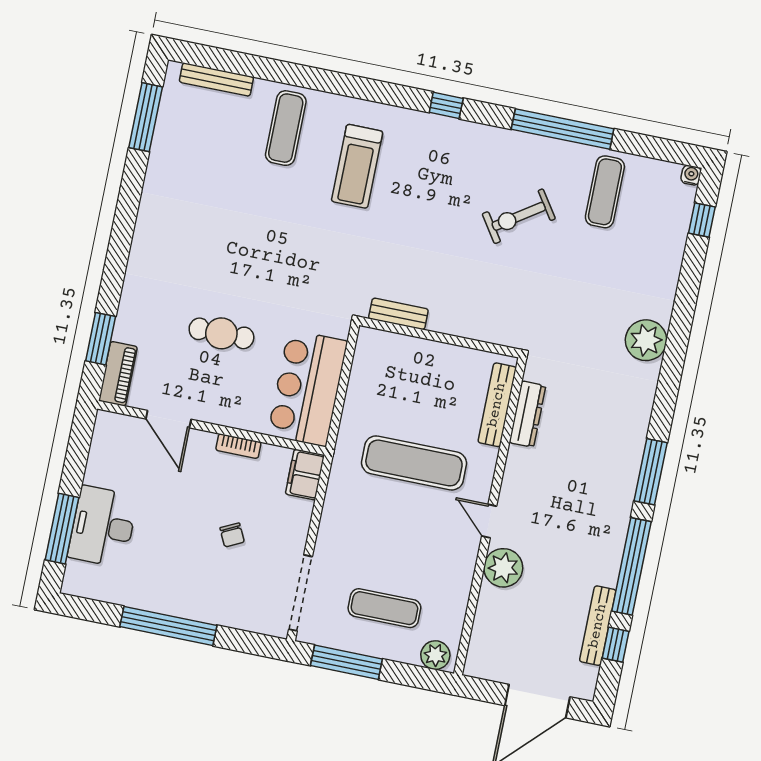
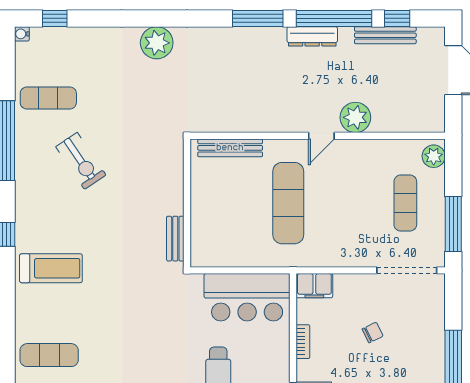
treadmill: (357, 166) -> (51, 268), moved
dresser: (527, 414) -> (312, 36), moved, turned 180

